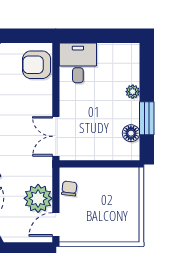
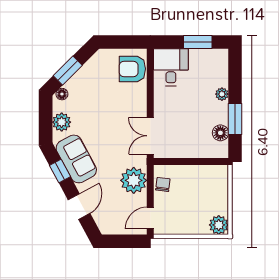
window: (107, 36) -> (198, 42), added
plant: (38, 198) -> (134, 180), moved
plant: (129, 232) -> (219, 225), added

